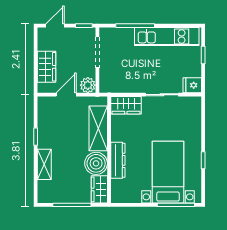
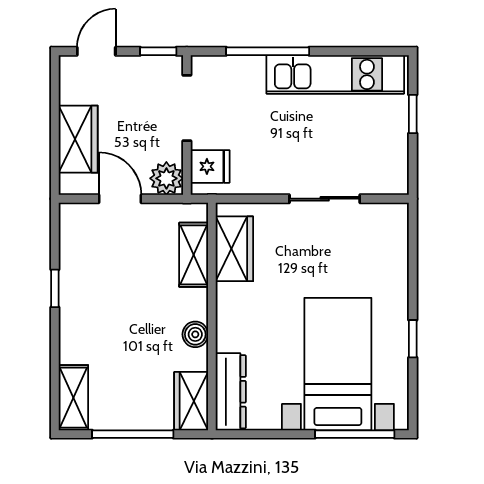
fridge: (192, 85) -> (210, 166), moved, turned 180
door: (66, 95) -> (120, 199), hinge flipped
wardrobe: (126, 105) -> (234, 249), moved, turned -90
shelving: (98, 128) -> (194, 255), width x0.67, depth x0.75
dresser: (118, 160) -> (231, 392), moved
boiler: (96, 163) -> (195, 334), width x0.54, depth x0.54
shelving: (44, 164) -> (73, 398), moved

